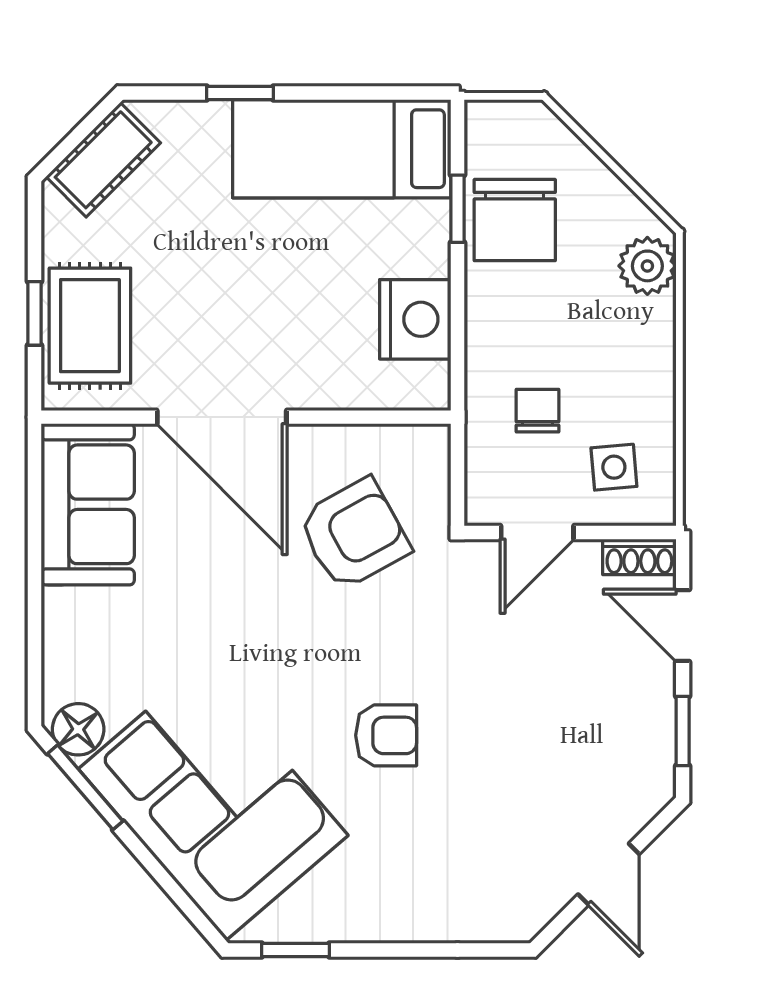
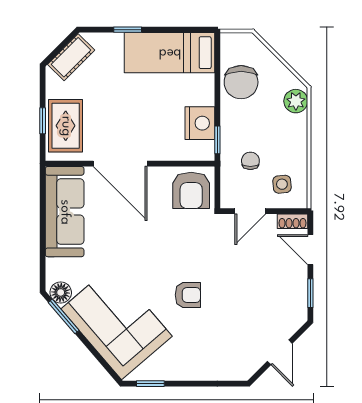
window: (457, 209) -> (217, 140), moved
sofa: (88, 504) -> (65, 212), width x1.36
armchair: (354, 534) -> (191, 190), moved, turned 119

